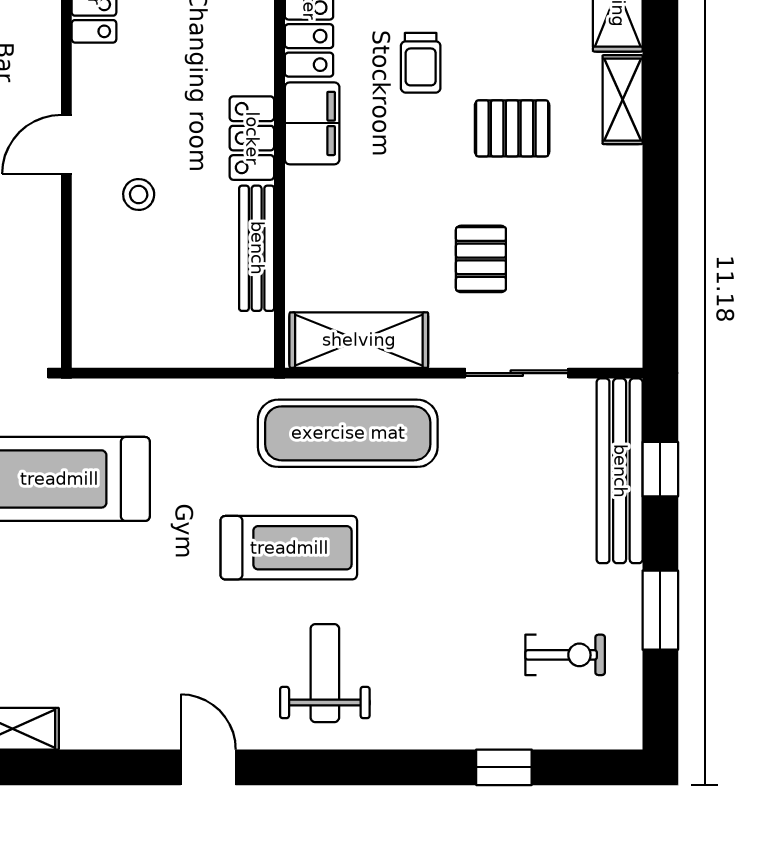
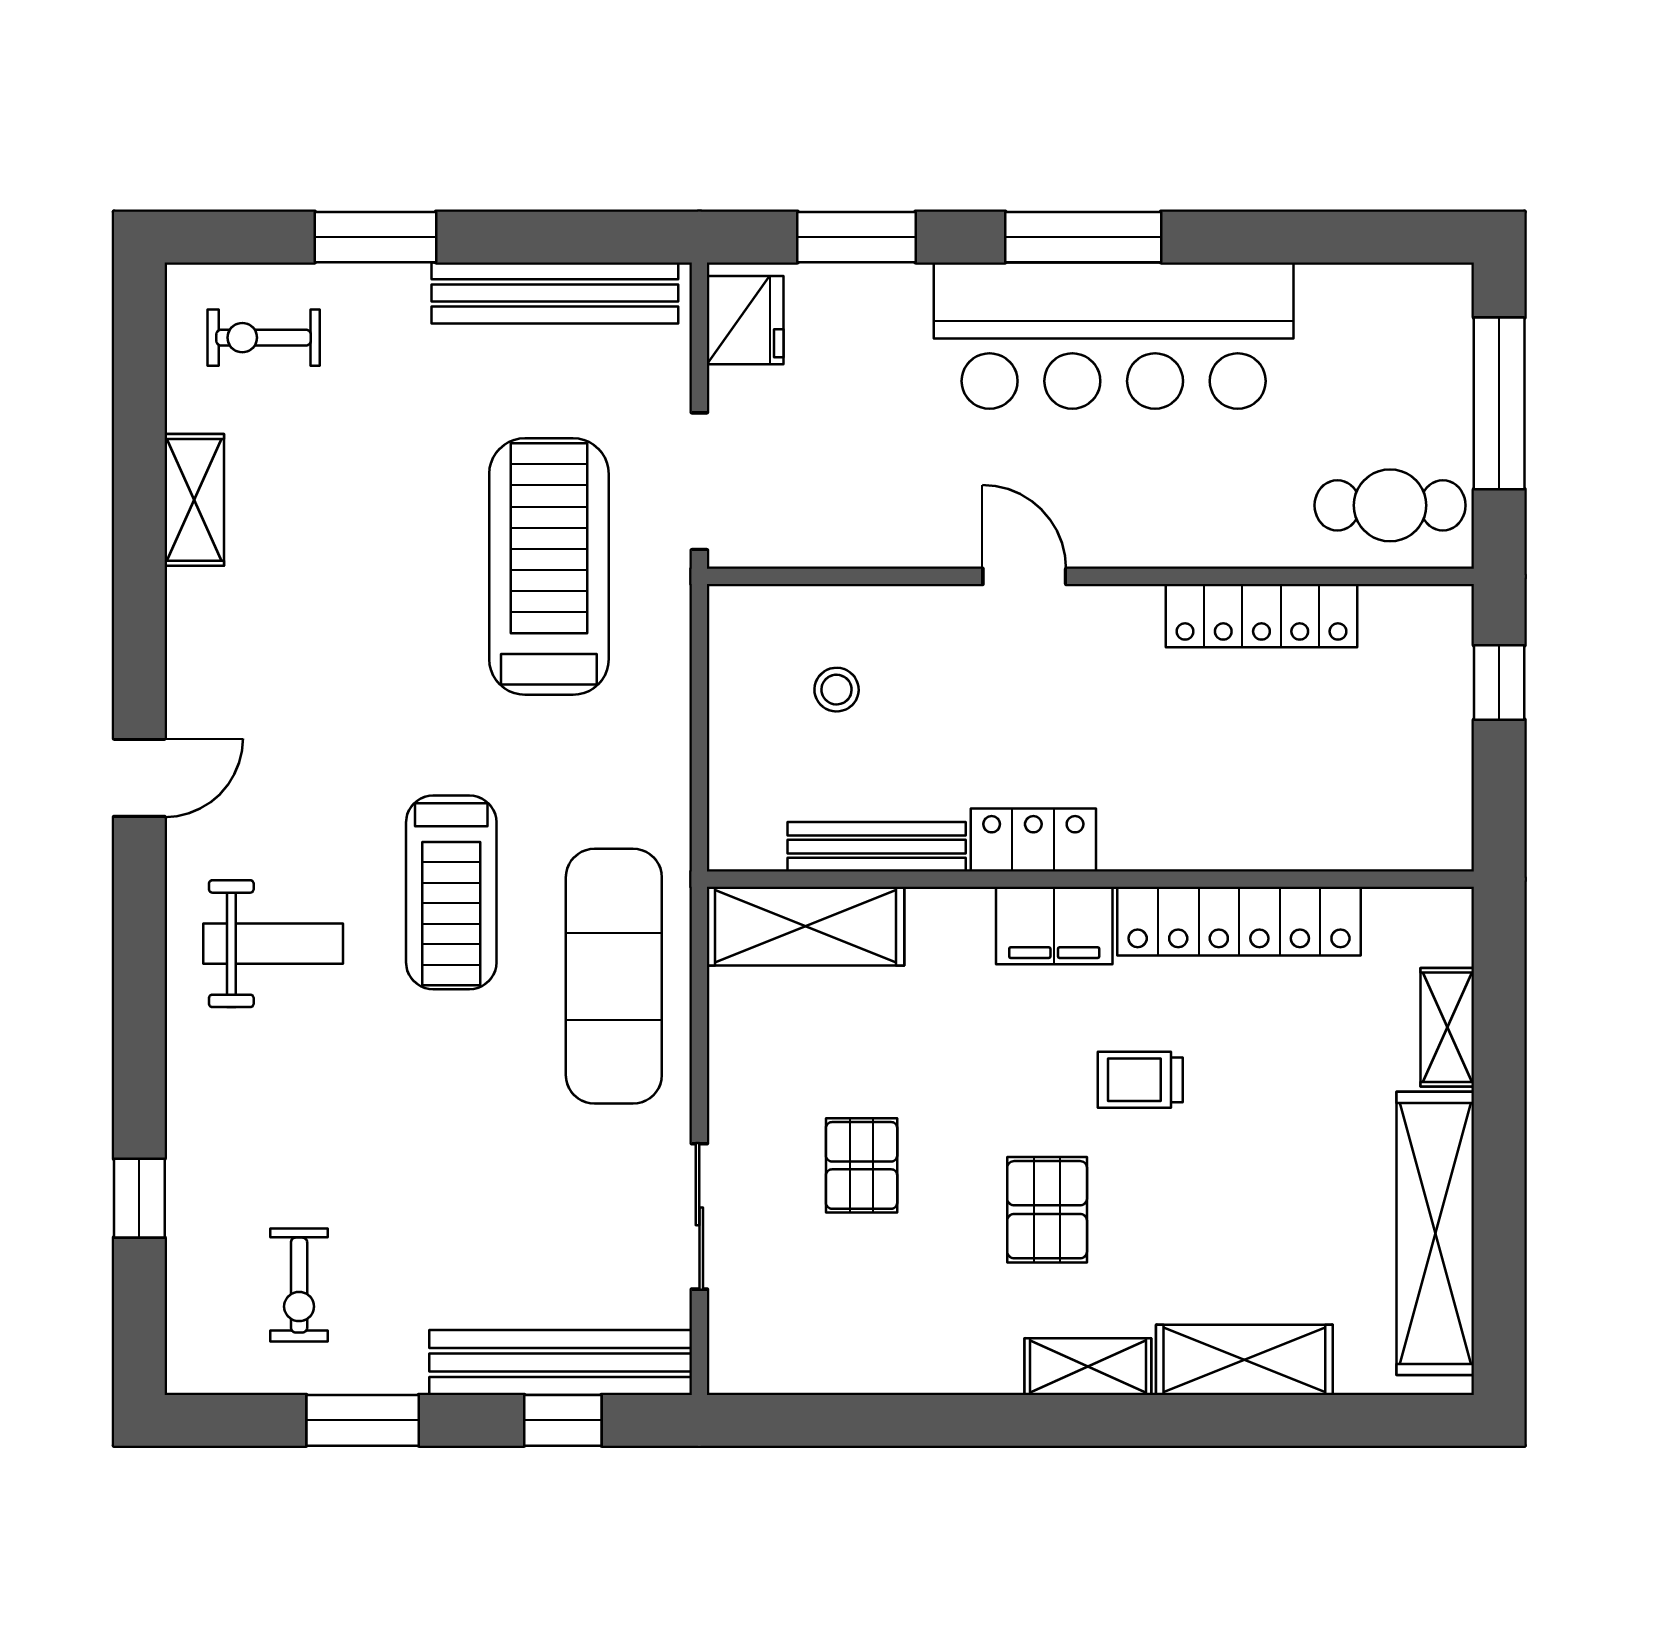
stool: (139, 195) -> (837, 690), moved
pallet: (481, 259) -> (862, 1165), turned 90
shelving: (359, 340) -> (806, 926), moved, turned 90

